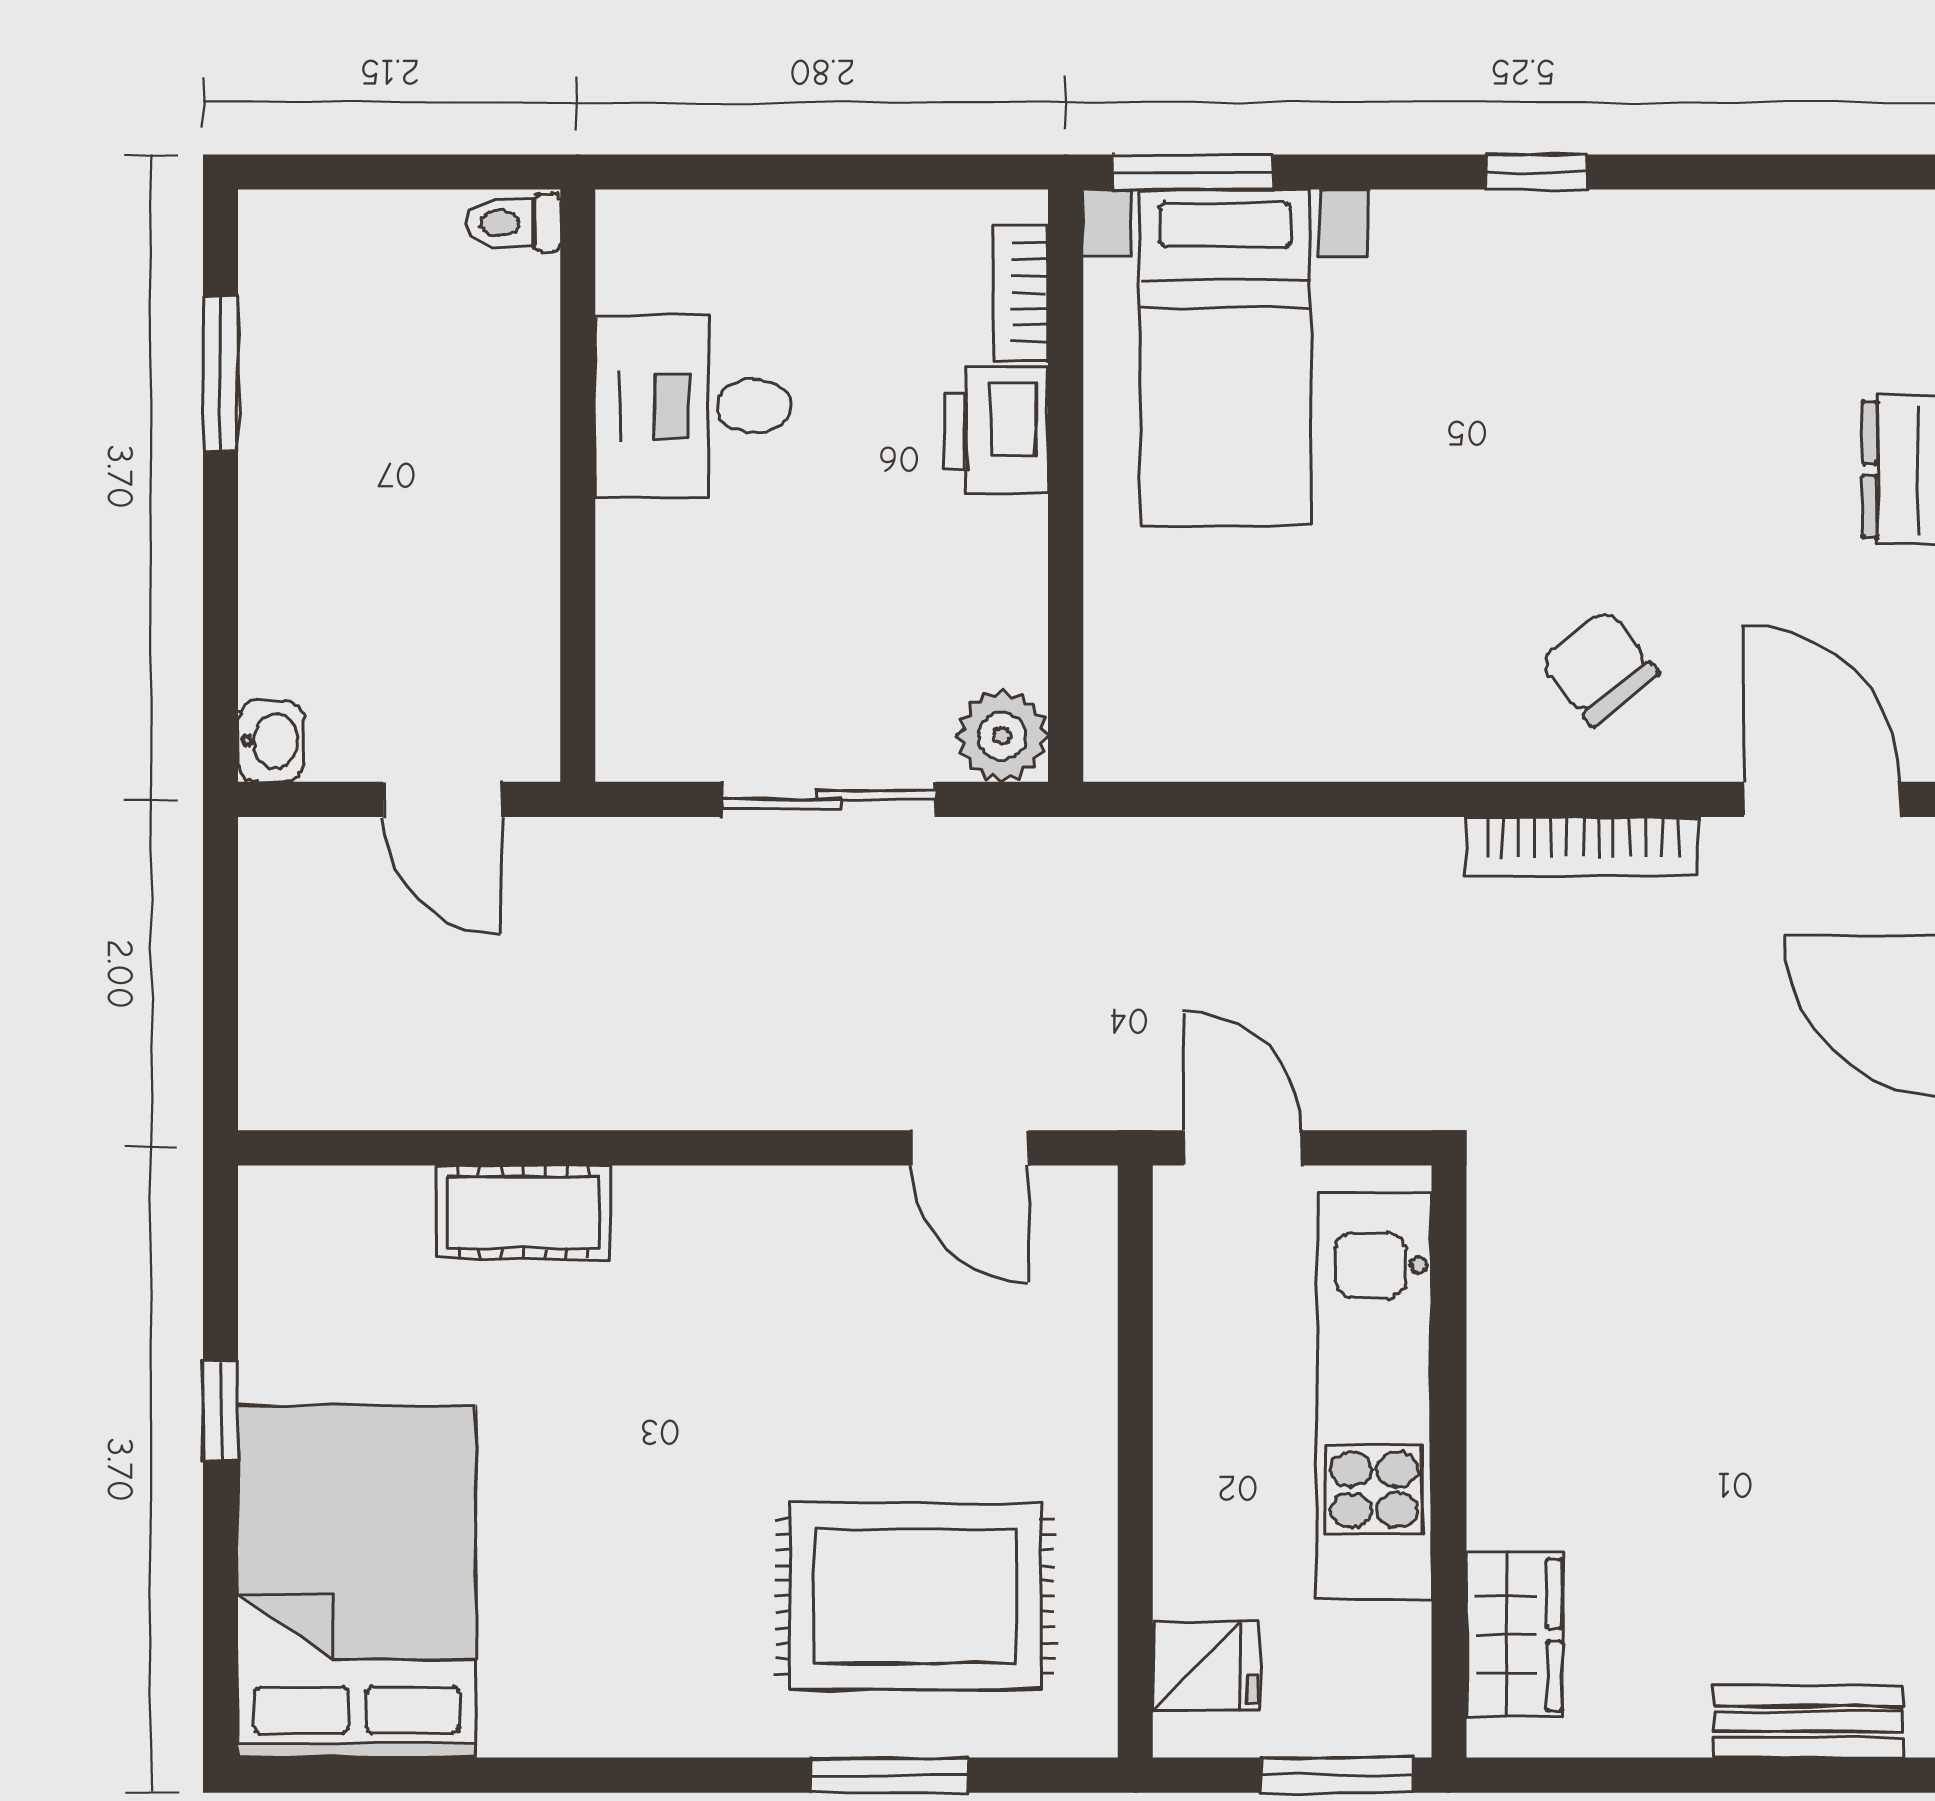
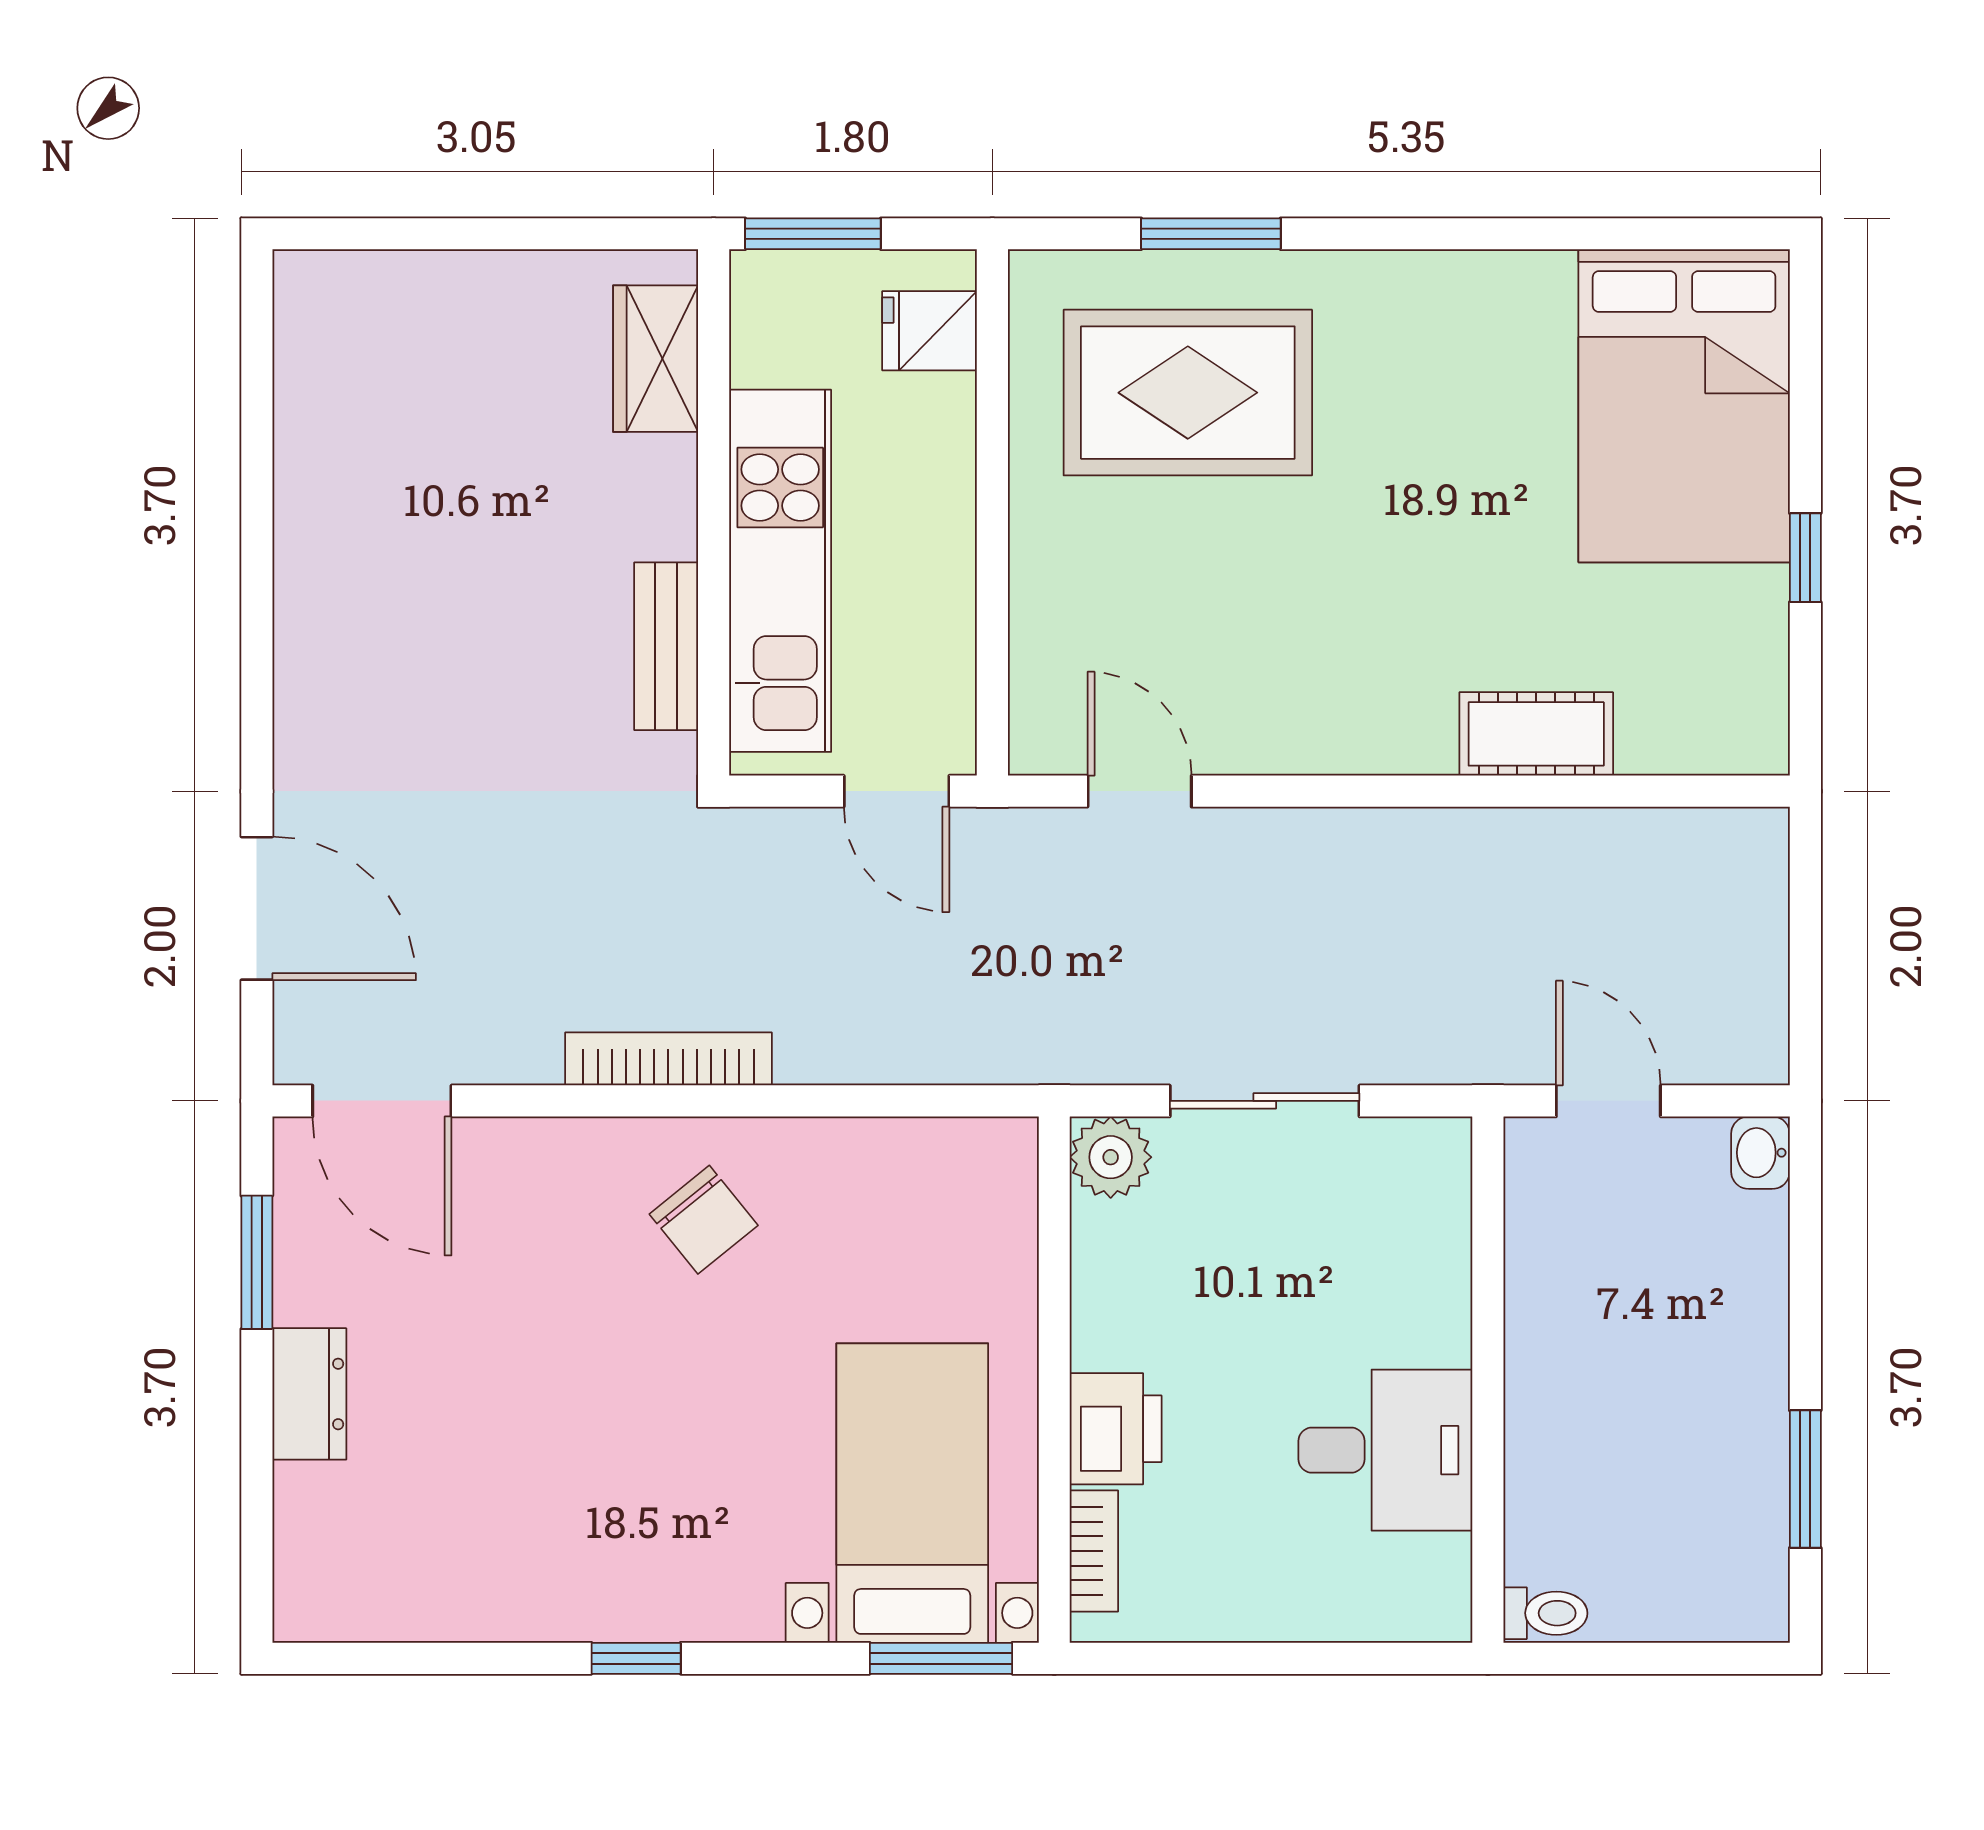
chair: (1599, 667) -> (704, 1220), moved
bookcase: (1582, 847) -> (668, 1059), moved
bench: (1809, 1722) -> (666, 646), moved, turned 90

